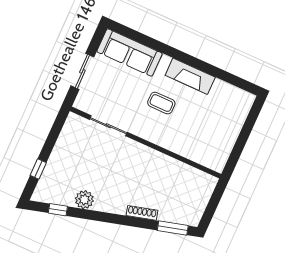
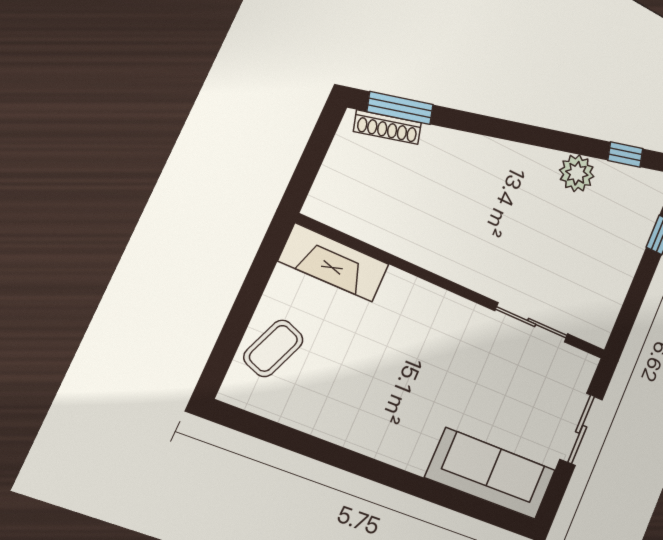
fireplace: (190, 76) -> (334, 263), moved, turned 180
coffee table: (161, 103) -> (273, 348), moved, turned -68
shoe rack: (142, 213) -> (388, 127), moved

